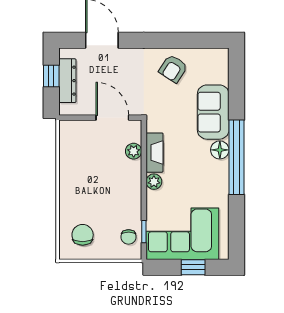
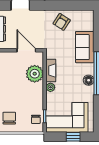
floor lamp: (220, 150) -> (89, 80), moved
plant: (134, 151) -> (35, 74), width x1.87, depth x1.87

